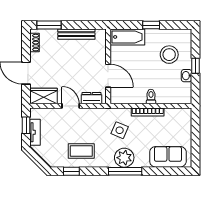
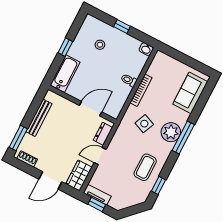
stool: (169, 55) -> (100, 45), width x0.53, depth x0.53
washbasin: (187, 76) -> (146, 49), moved
tv unit: (35, 132) -> (97, 195), moved

